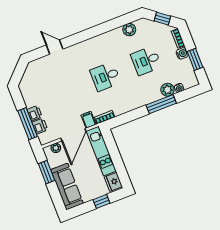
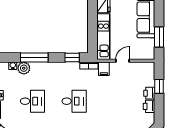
window: (124, 119) -> (72, 58), added
window: (28, 124) -> (159, 86), width x0.46
printer: (40, 126) -> (149, 106), moved
door: (73, 135) -> (122, 61), width x0.53
plant: (56, 148) -> (143, 55), removed

